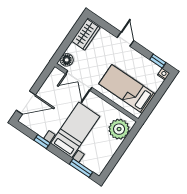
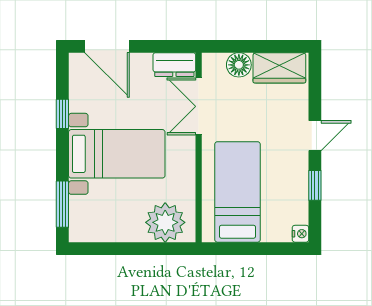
floor lamp: (67, 60) -> (239, 65), moved
window: (158, 61) -> (315, 185), moved
dresser: (54, 79) -> (174, 65), added

